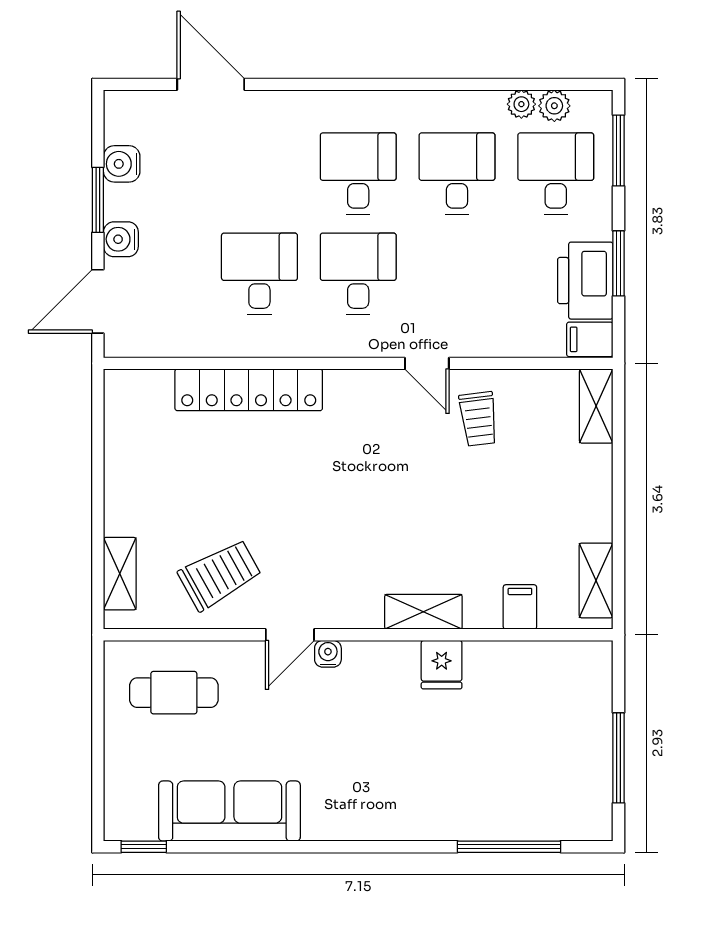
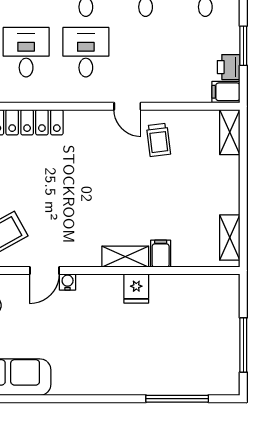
printer: (585, 281) -> (229, 67), width x0.53, depth x0.68
filing cabinet: (520, 607) -> (161, 254), moved

